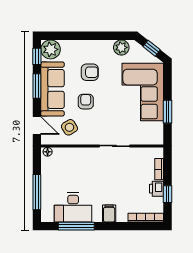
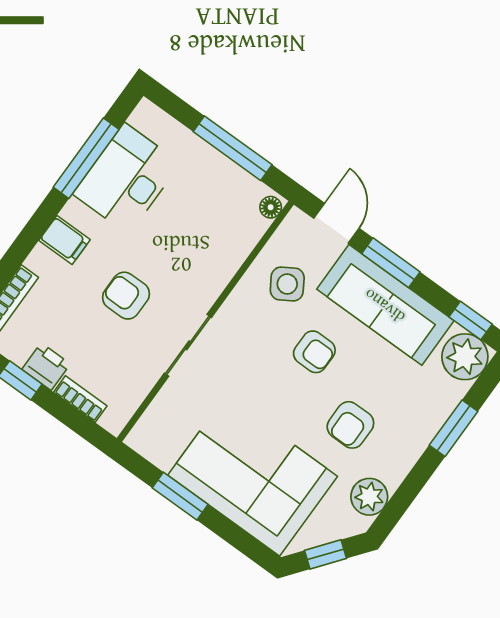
window: (78, 36) -> (454, 428), added
armchair: (90, 72) -> (350, 425), moved
window: (37, 86) -> (391, 263), moved
door: (37, 126) -> (336, 223), swing flipped
armchair: (113, 179) -> (126, 296), added
window: (37, 192) -> (233, 148), moved

